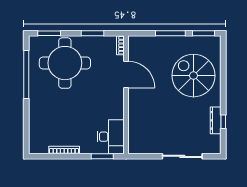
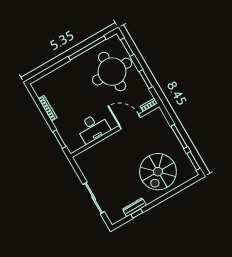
door: (126, 74) -> (130, 121), swing flipped
spiral stairs: (193, 76) -> (158, 172), turned 180
desk: (111, 137) -> (93, 128), moved

